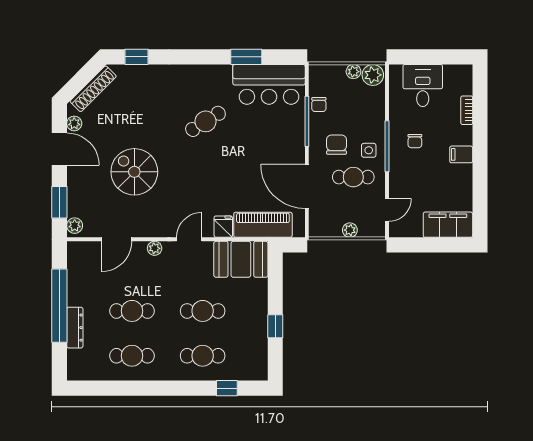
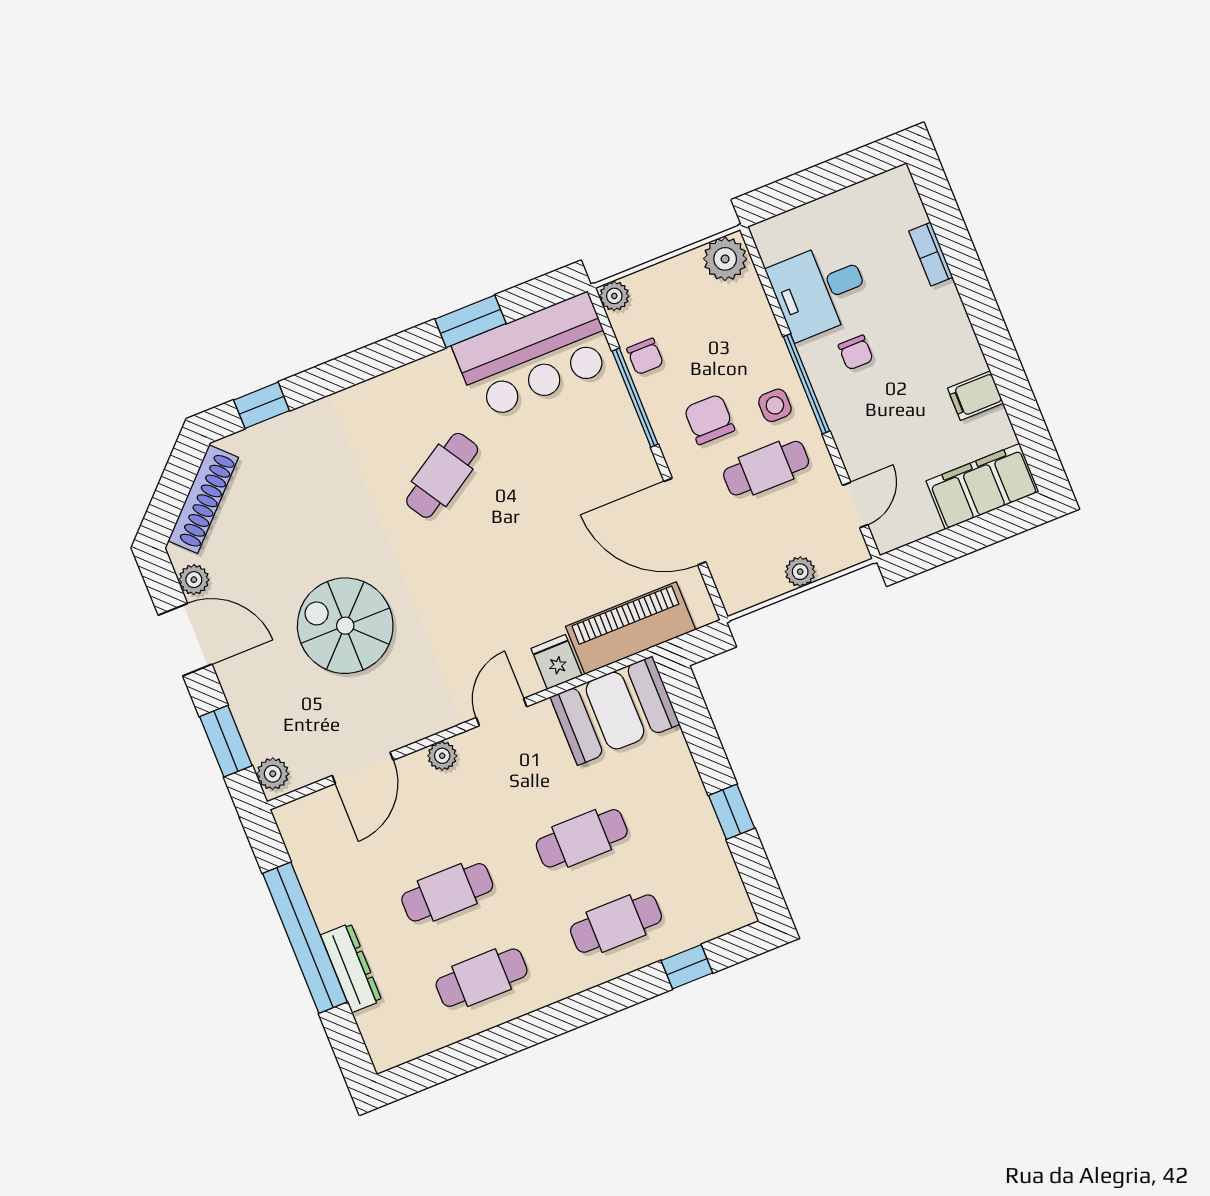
plant: (353, 72) -> (614, 296), moved
desk: (423, 86) -> (820, 290), moved, turned -90
filing cabinet: (461, 154) -> (975, 396), moved

